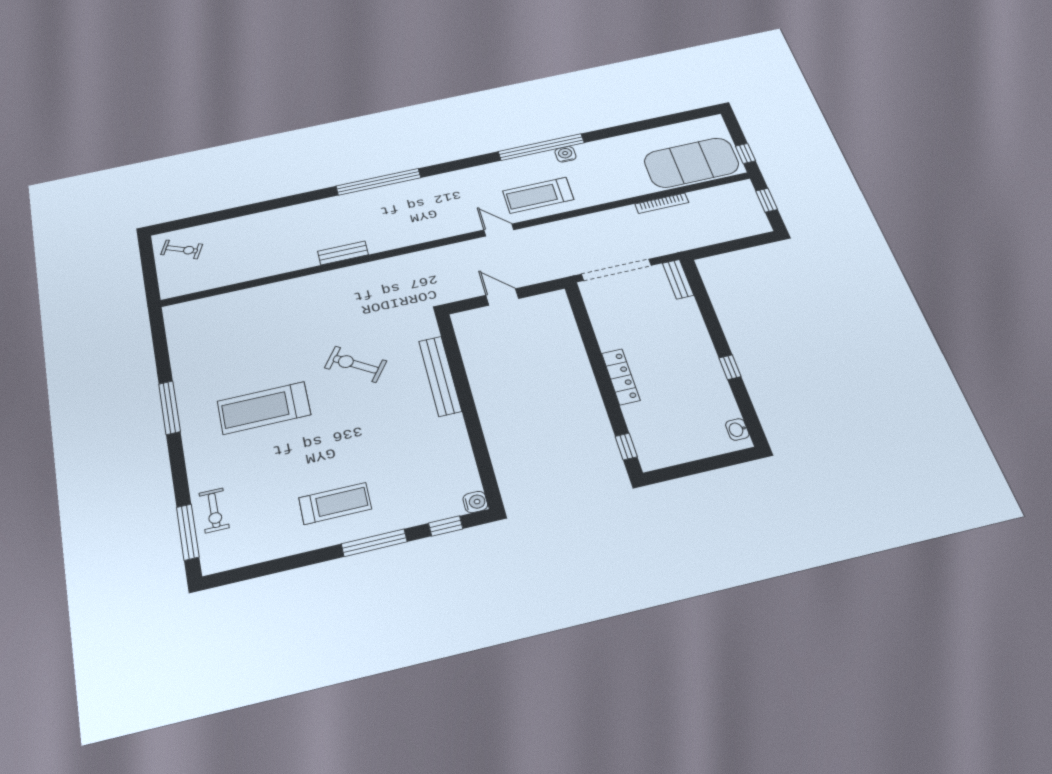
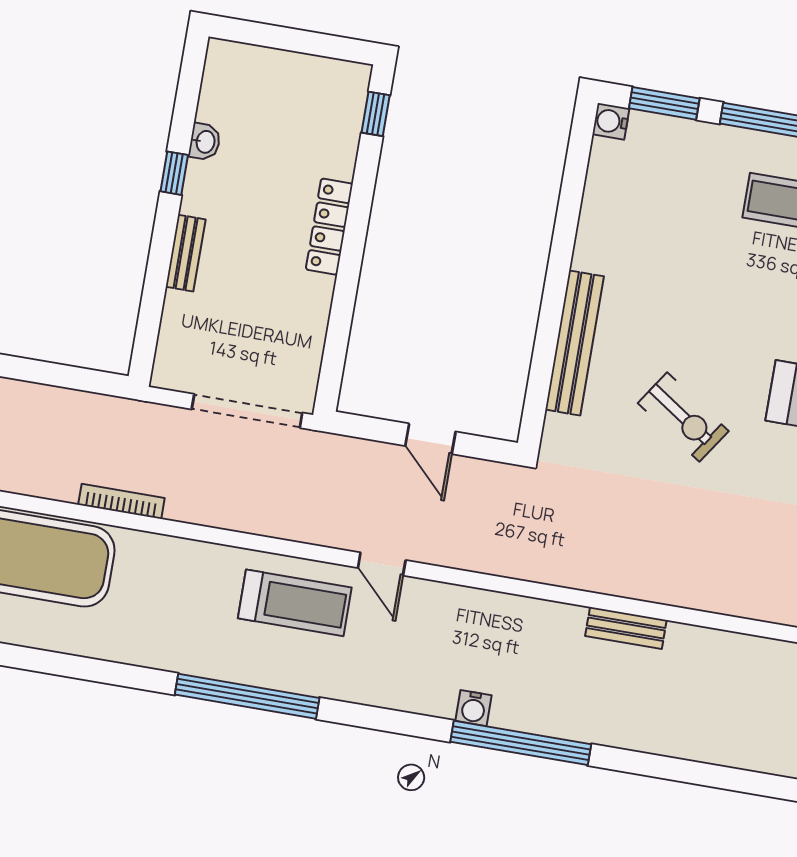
water cooler: (565, 154) -> (473, 708), moved
bench: (678, 279) -> (186, 253), moved
washbasin: (737, 429) -> (205, 142), moved
window: (446, 526) -> (664, 103), width x1.50

